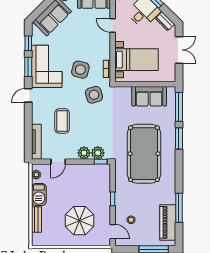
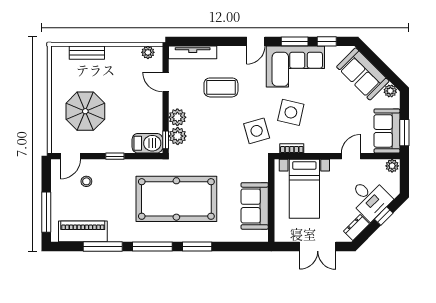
door: (28, 95) -> (256, 41), swing flipped
window: (179, 107) -> (152, 246), moved
barbecue: (39, 194) -> (147, 143), moved, turned 180

